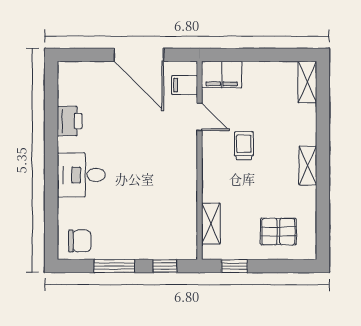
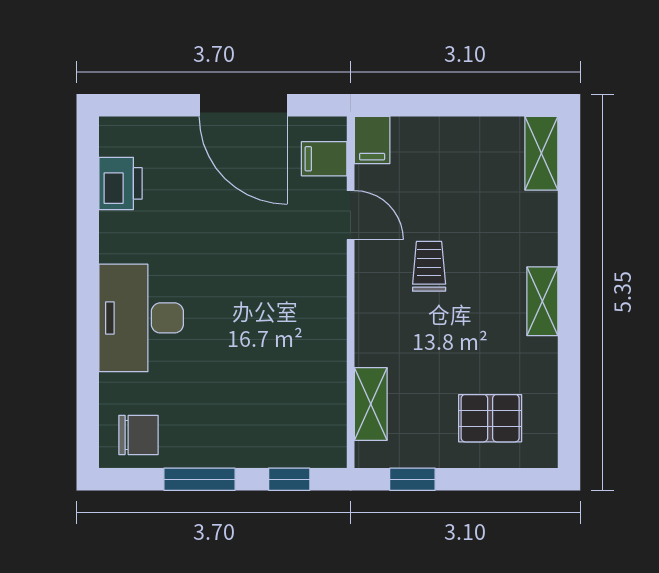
filing cabinet: (222, 74) -> (372, 140), width x0.50
printer: (70, 121) -> (120, 183), moved
desk: (81, 175) -> (141, 318), width x1.37

